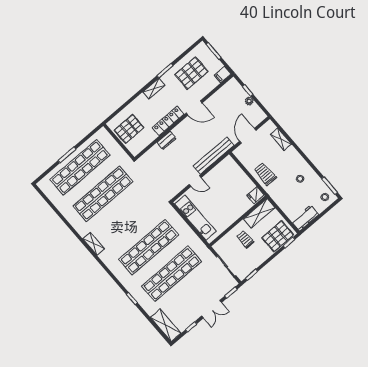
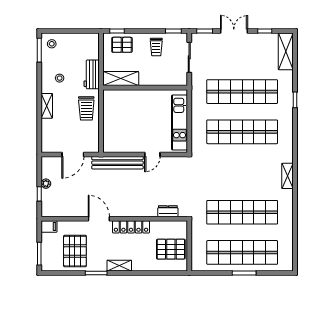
pallet: (191, 73) -> (75, 251), turned 90
shelving: (281, 139) -> (47, 106), moved
dresser: (167, 140) -> (168, 211), moved
door: (195, 181) -> (152, 154), swing flipped
fridge: (255, 195) -> (111, 97), removed
workbench: (305, 218) -> (92, 74), moved, turned 90
pallet: (278, 236) -> (122, 45), width x0.67, depth x0.71
trolley: (245, 239) -> (156, 47), moved

